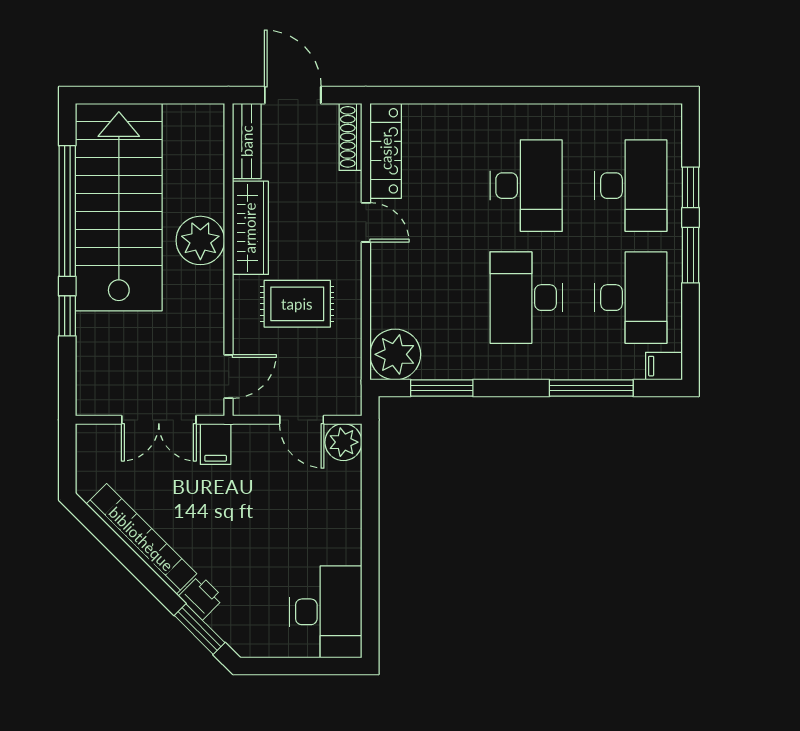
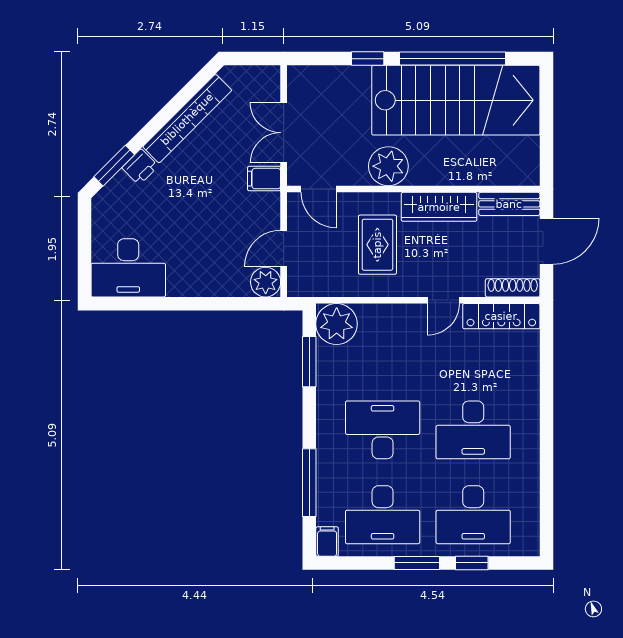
plant: (200, 240) -> (388, 166), moved

